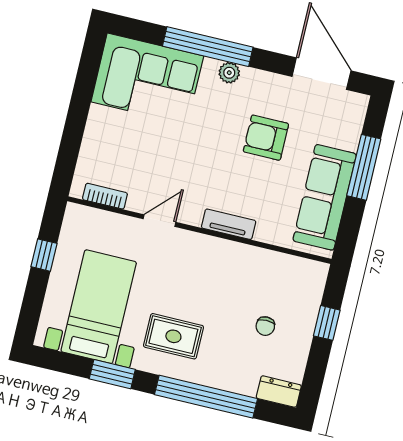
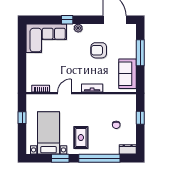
window: (208, 47) -> (67, 20), width x0.32
sofa: (325, 197) -> (128, 74), width x0.73
rug: (173, 336) -> (81, 138), turned 90

